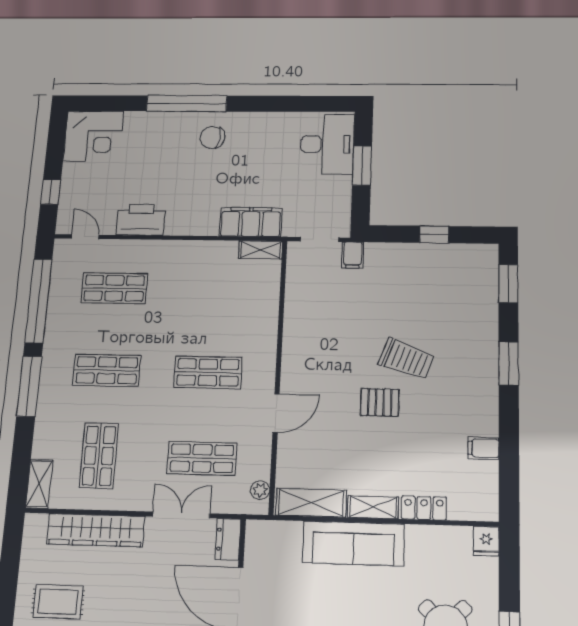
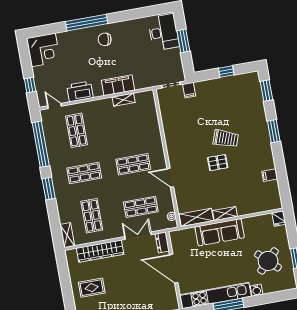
filing cabinet: (251, 222) -> (118, 85), moved
shelving: (261, 250) -> (124, 100), moved
shop shelf: (114, 288) -> (76, 130), turned 90
window: (29, 386) -> (49, 189), width x0.69
door: (276, 413) -> (170, 178), swing flipped
locker: (424, 508) -> (248, 209), removed

